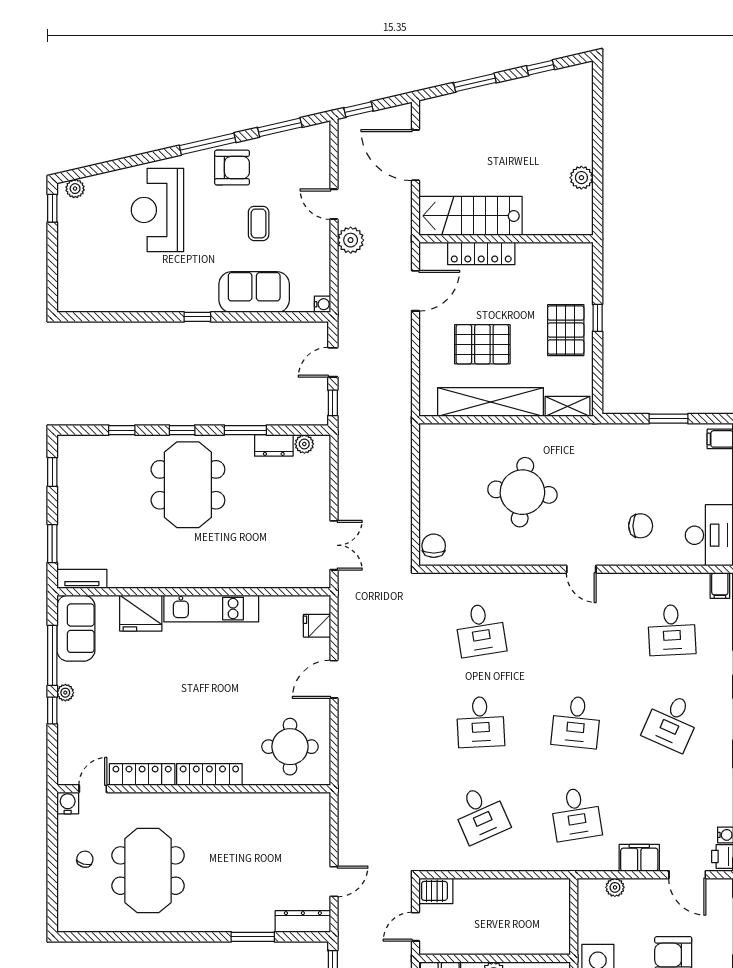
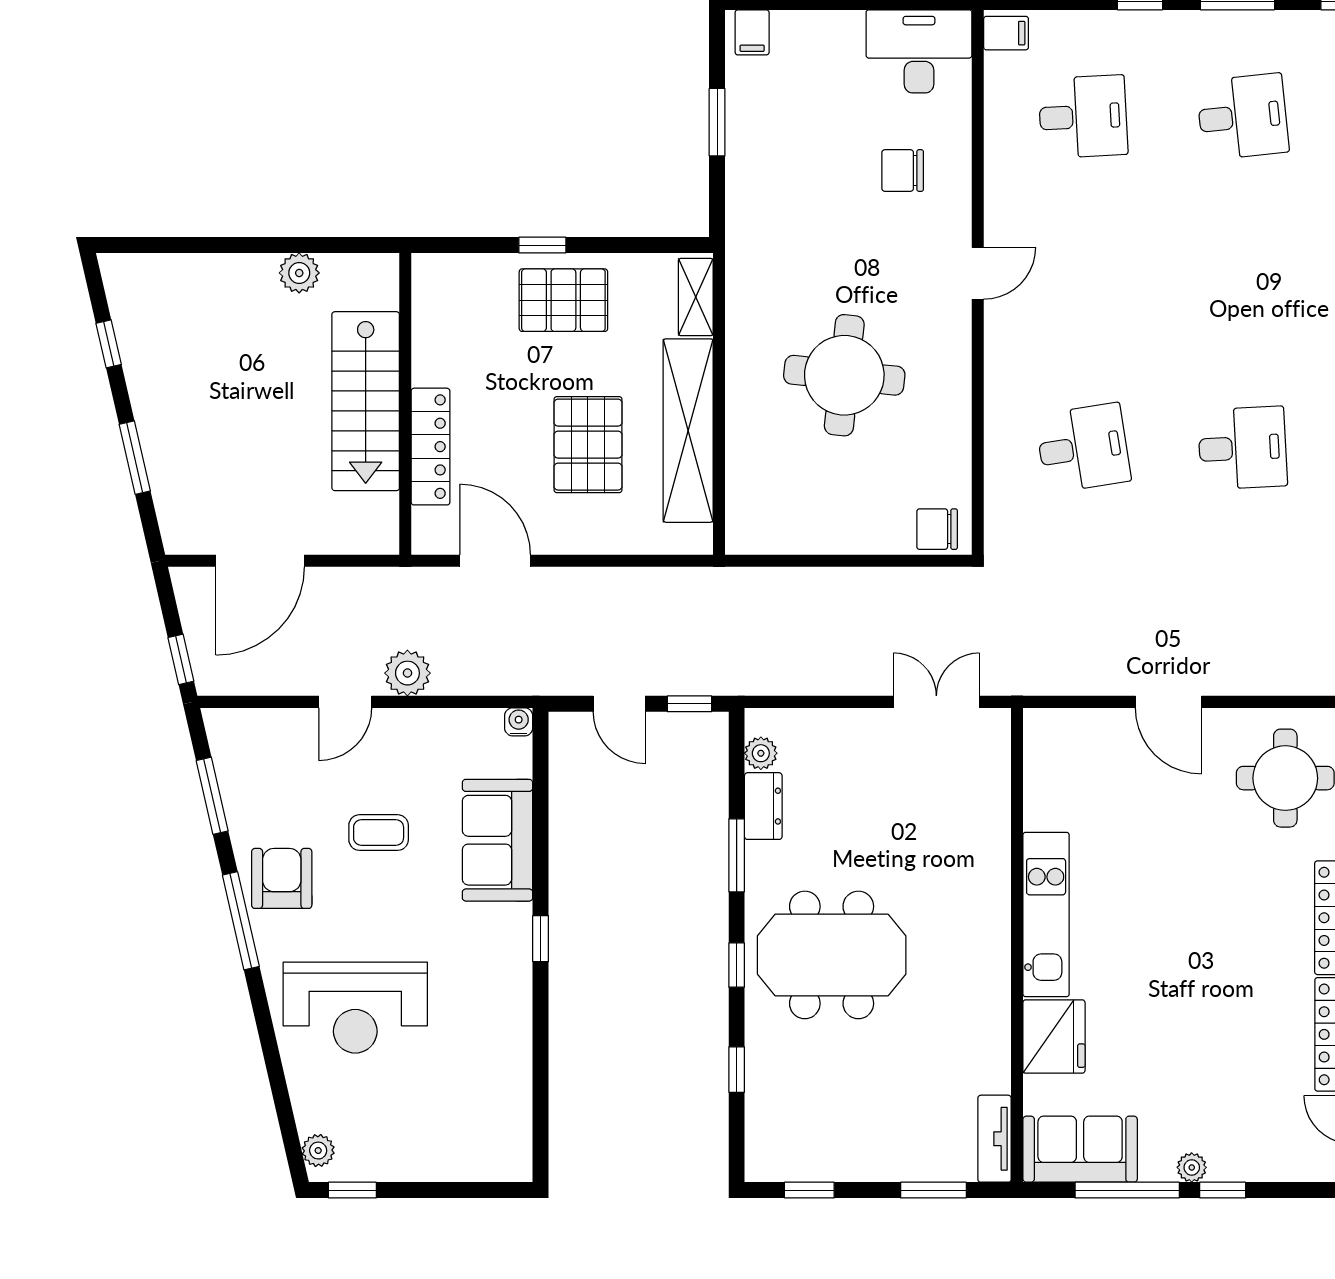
stairs: (470, 216) -> (366, 401), moved
chair: (641, 526) -> (903, 171), turned -90
fridge: (317, 626) -> (1076, 731), removed
desk: (576, 722) -> (1242, 282), removed
desk: (672, 722) -> (1242, 117), turned -30

